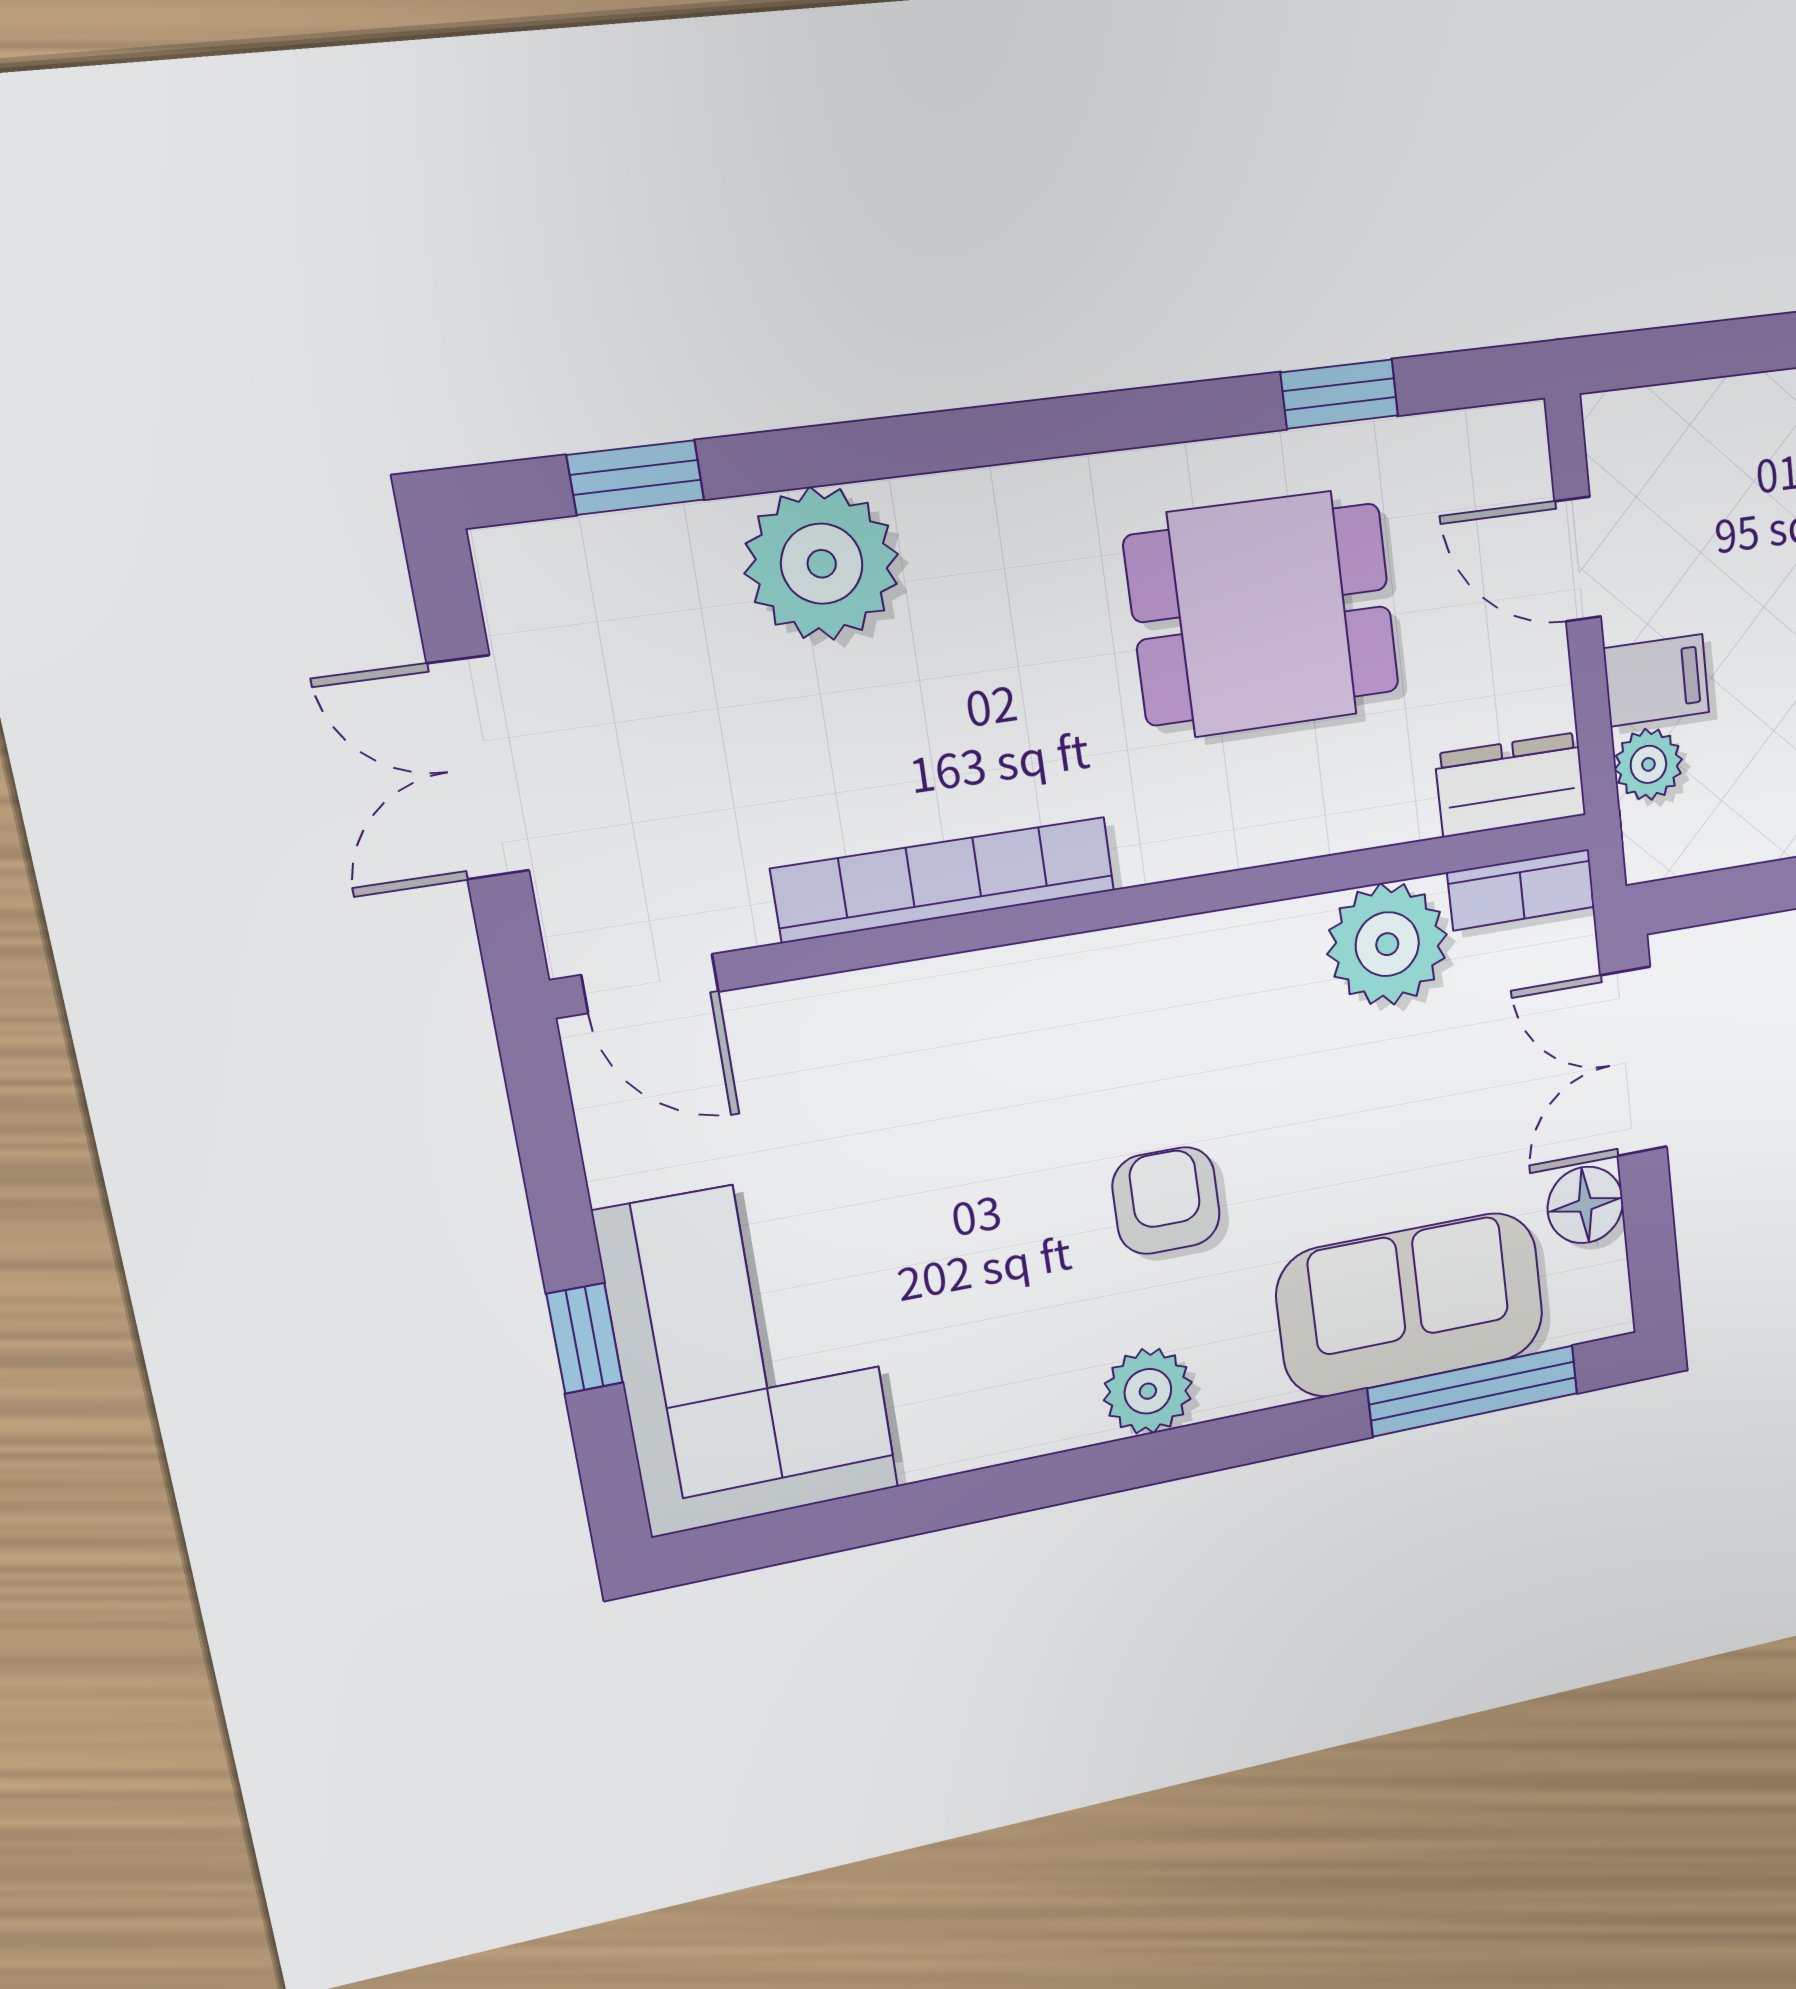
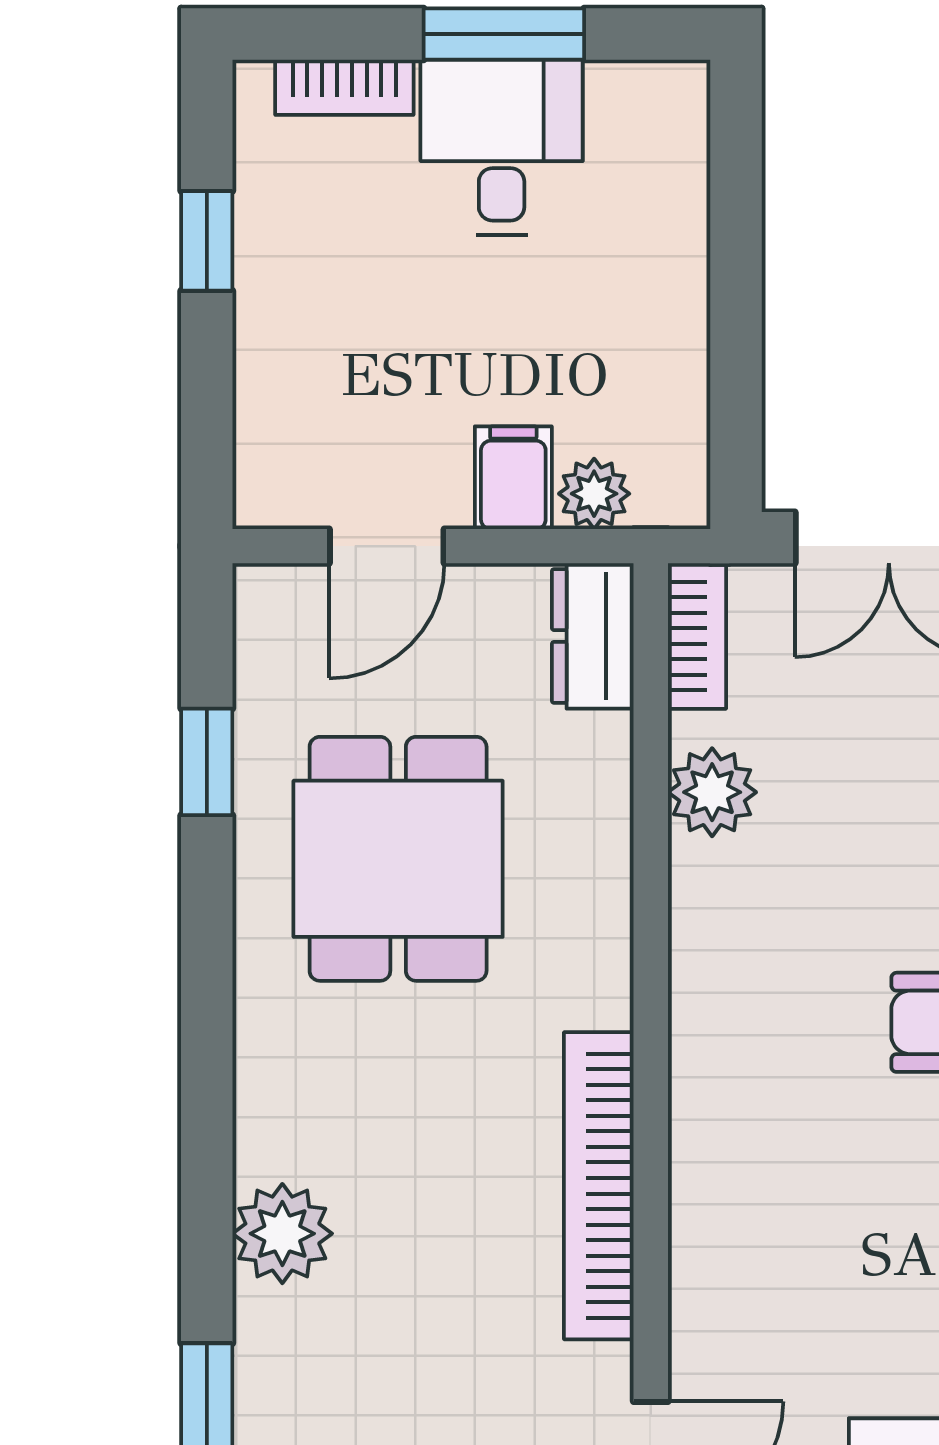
plant: (822, 564) -> (282, 1234), width x0.73, depth x0.73
plant: (1387, 944) -> (712, 792), width x0.73, depth x0.73

